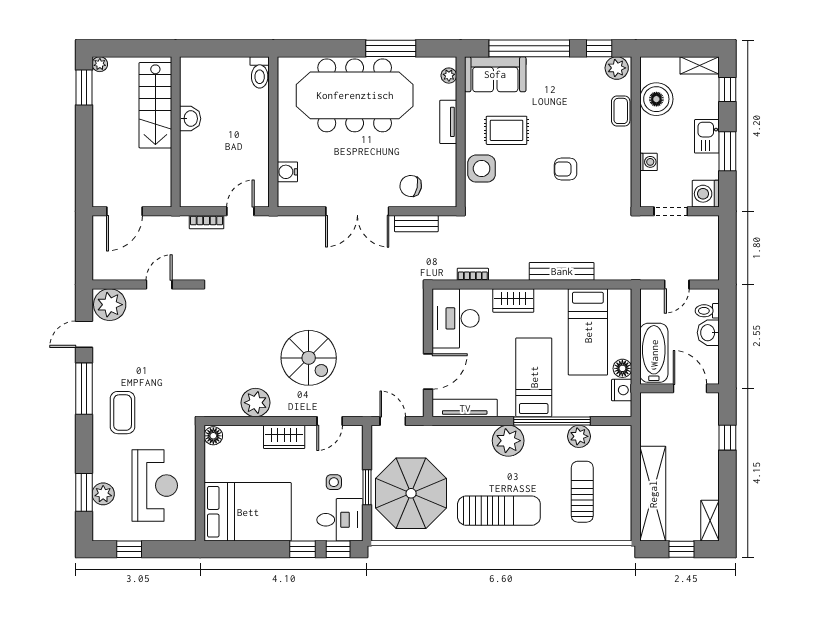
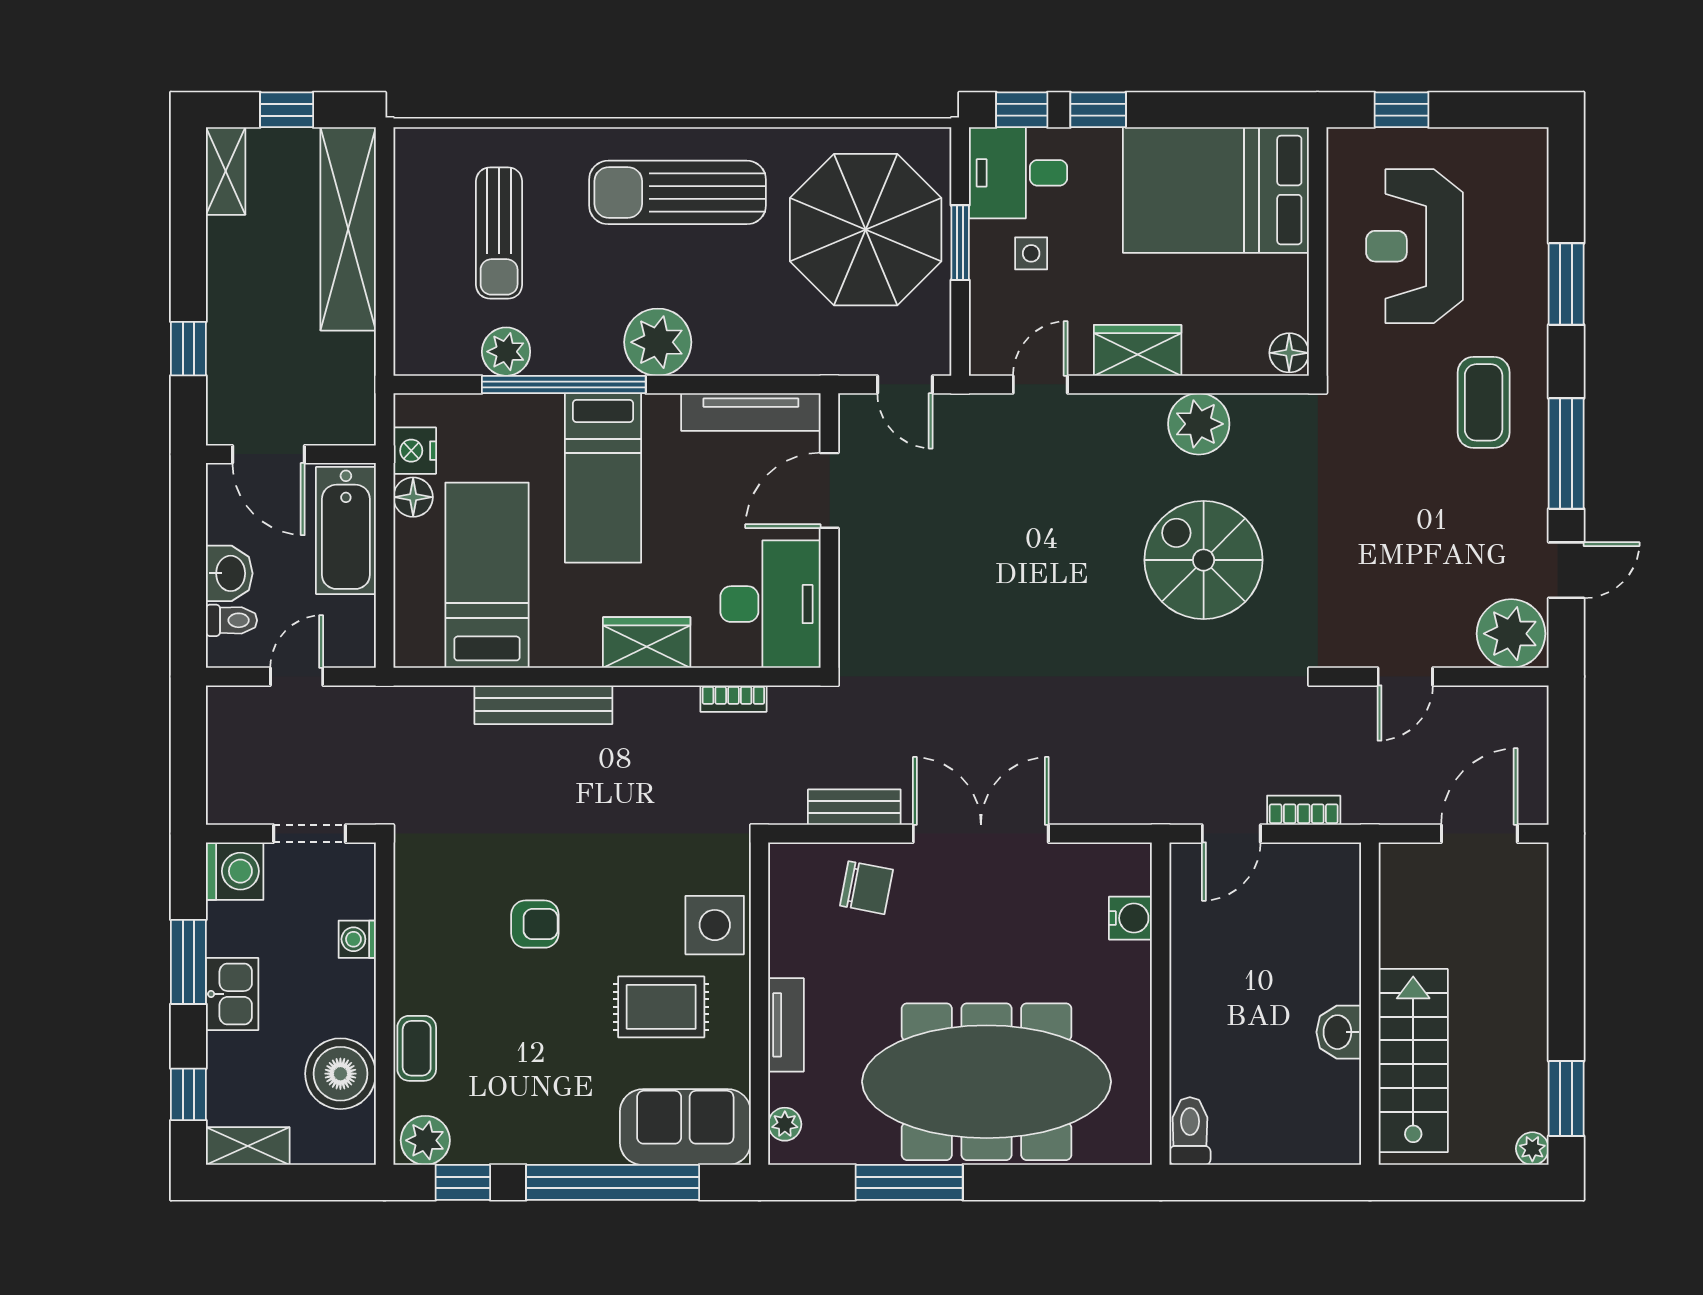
spiral stairs: (309, 358) -> (1204, 560), moved
window: (84, 492) -> (1566, 284), moved
plant: (103, 494) -> (1525, 228), removed
window: (129, 549) -> (1402, 110), moved

